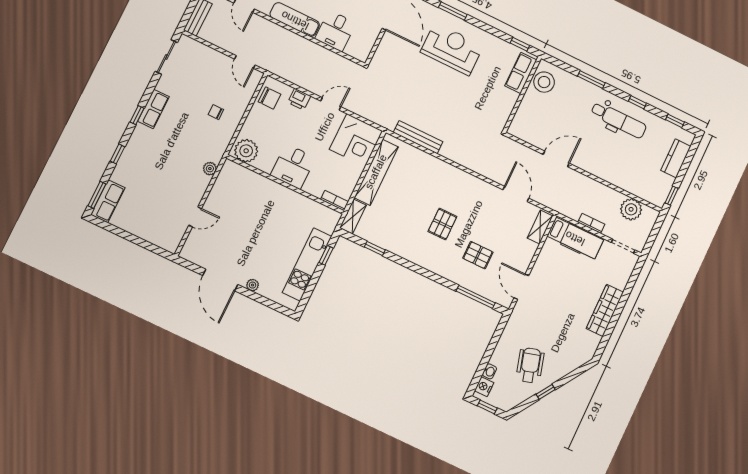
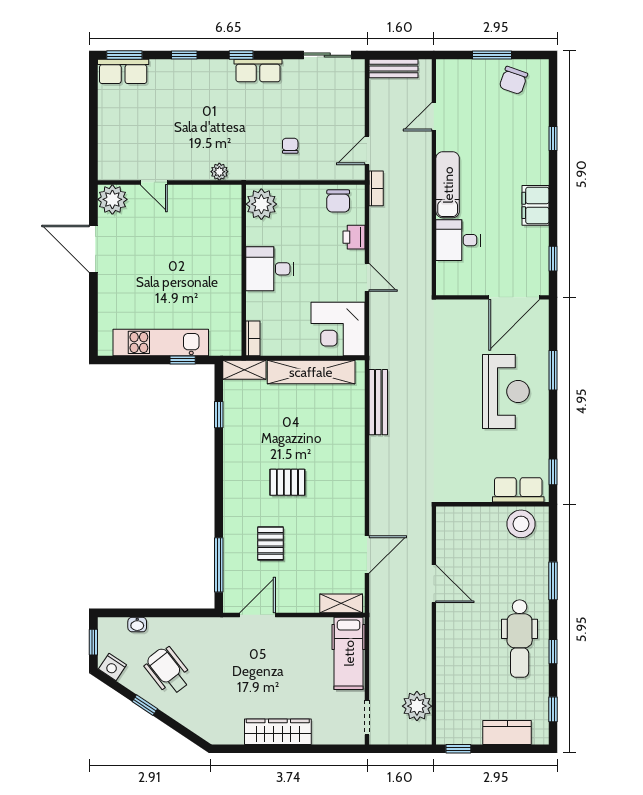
bookcase: (591, 223) -> (376, 188), moved
door: (220, 280) -> (93, 249), hinge flipped
plant: (253, 285) -> (112, 199), moved, width x1.88, depth x1.88
wheelchair: (530, 365) -> (168, 671), turned -112
nightstand: (484, 387) -> (112, 667), moved, turned -146

